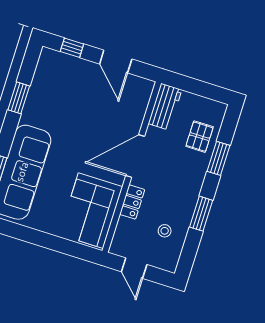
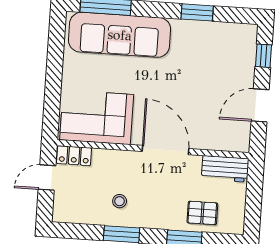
locker: (132, 202) -> (74, 156), moved
stool: (165, 231) -> (120, 201), moved

